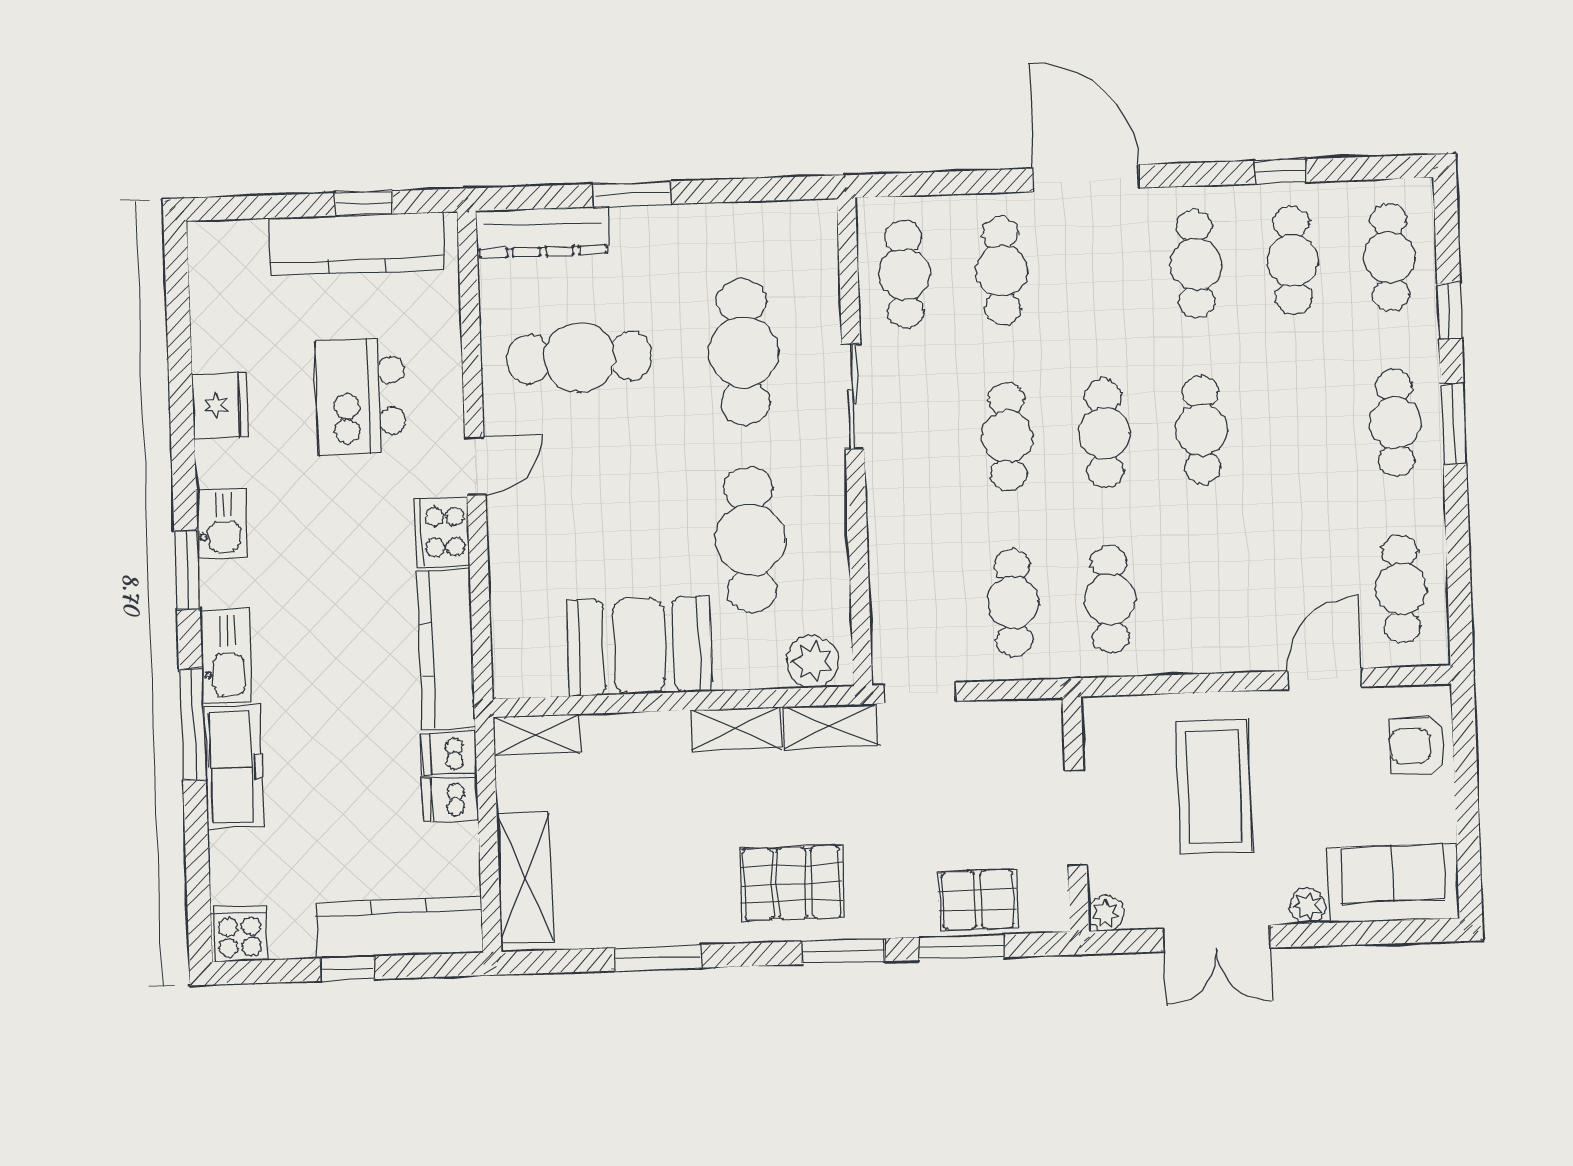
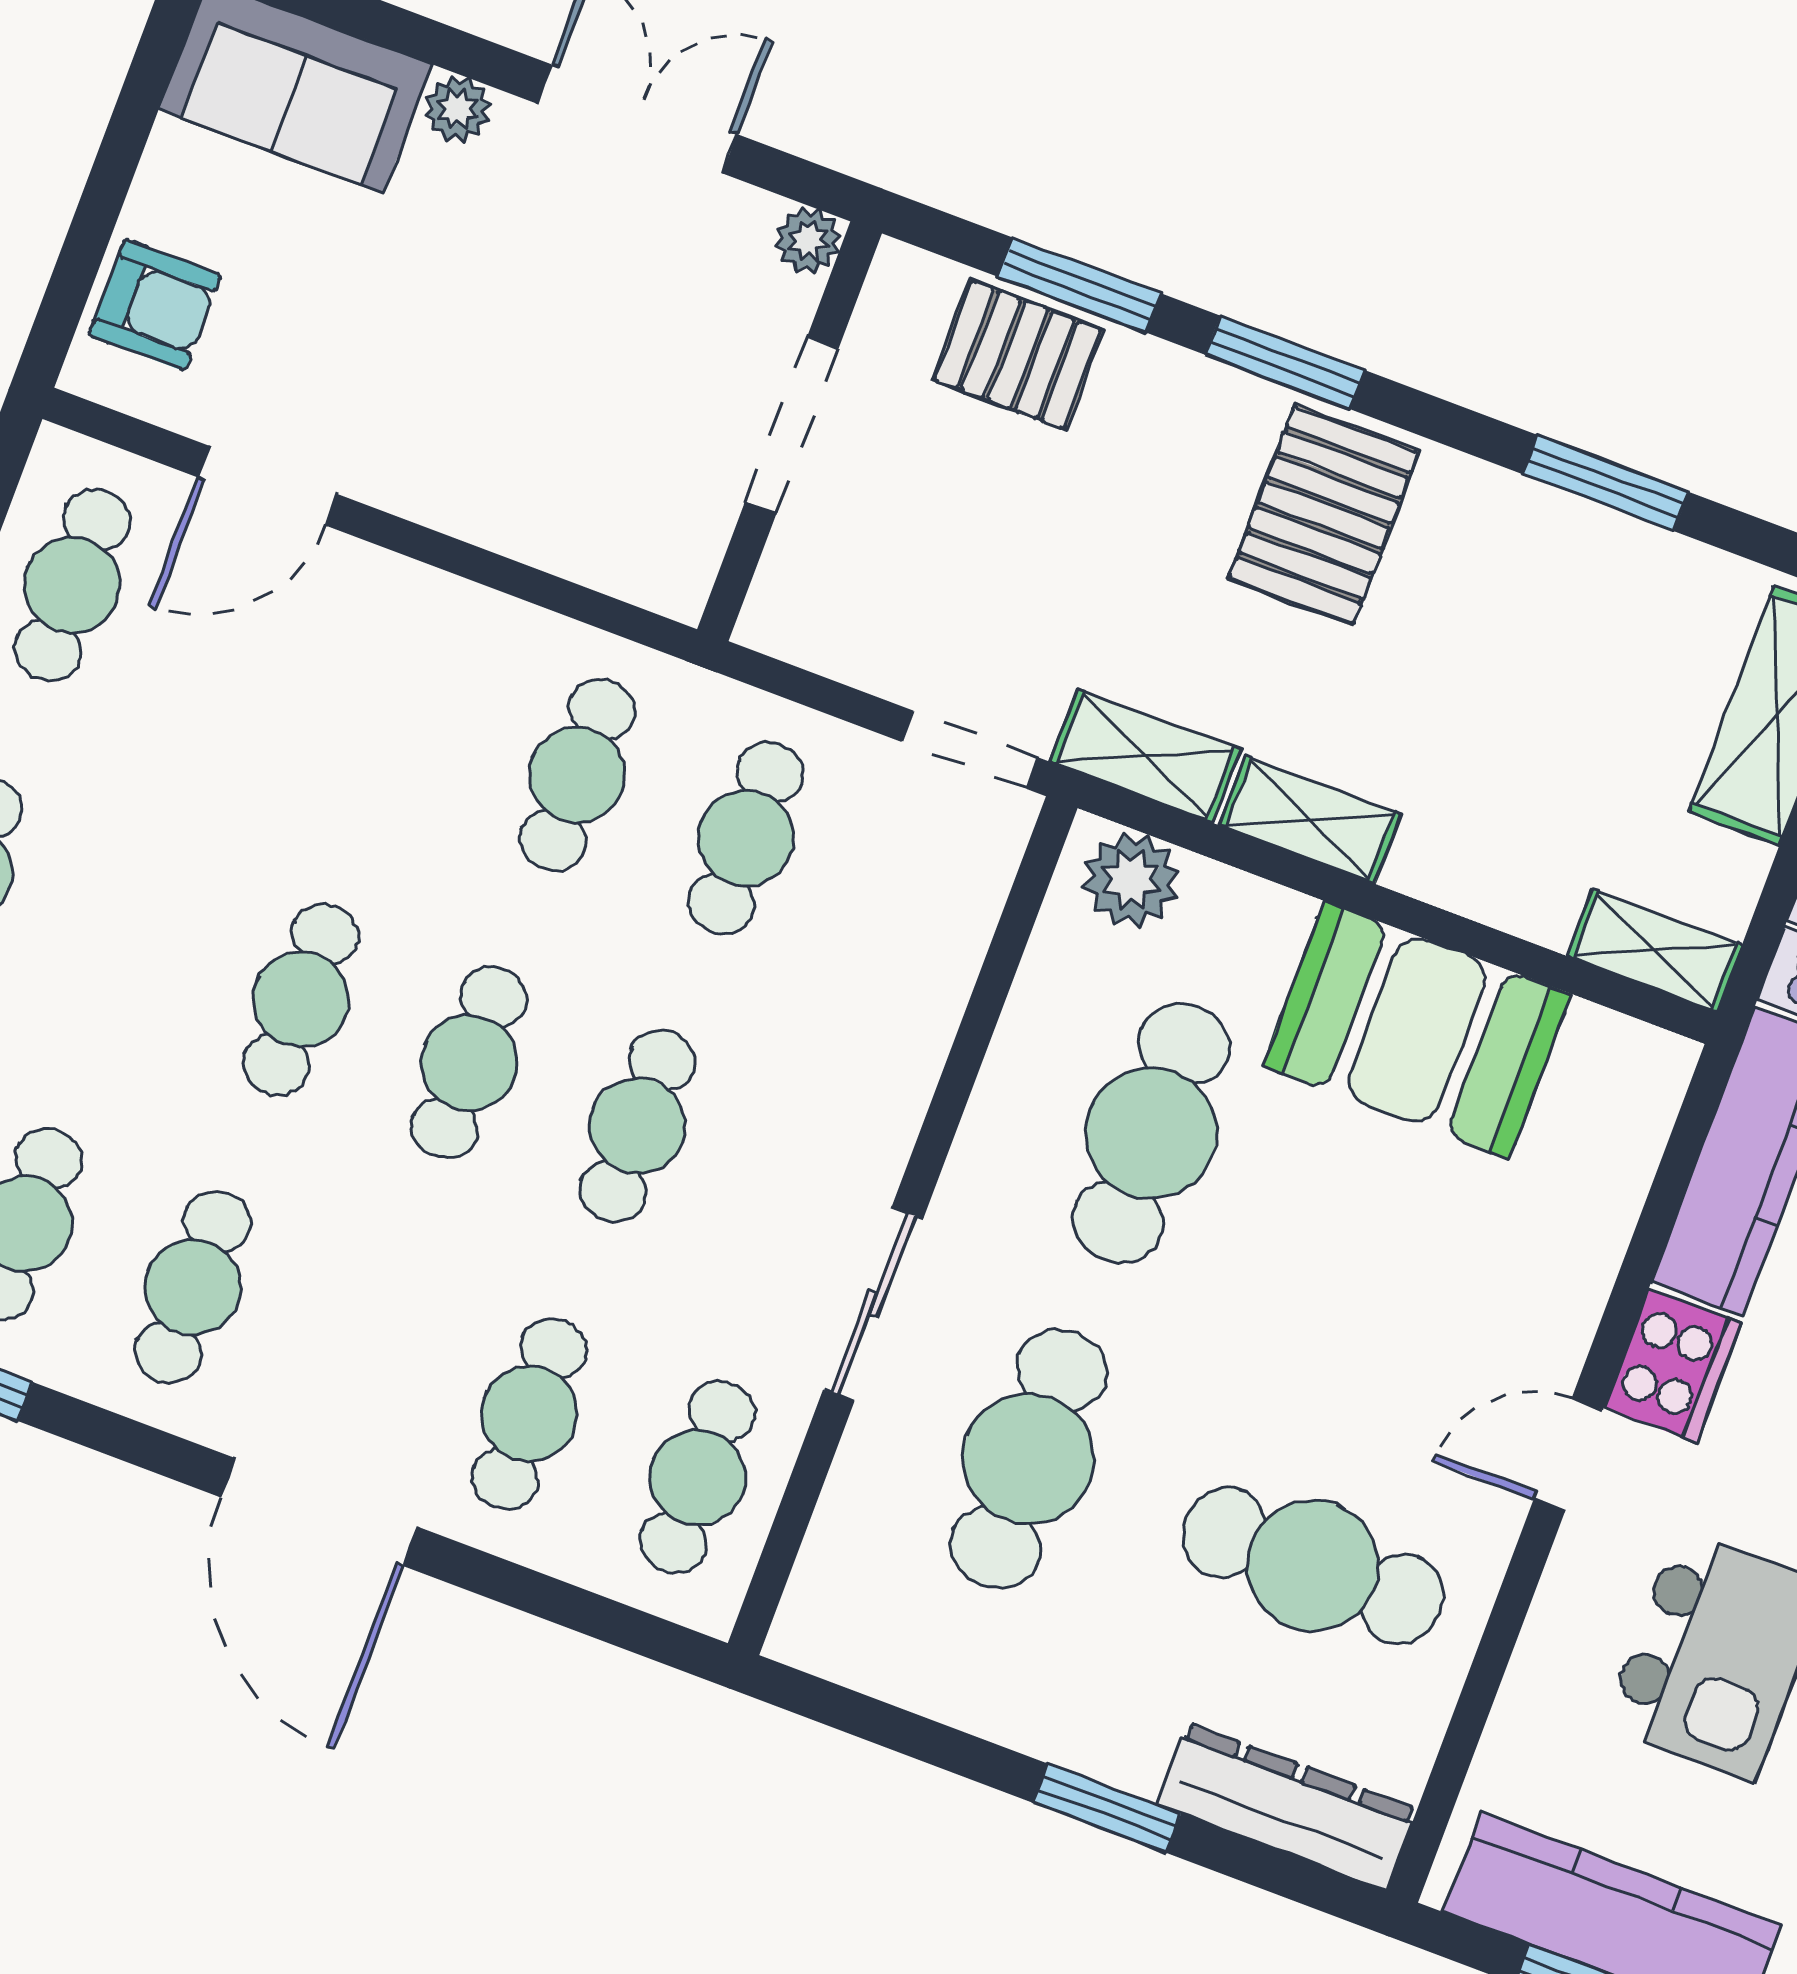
coffee table: (1214, 787) -> (534, 380), removed
pallet: (792, 883) -> (1324, 515), turned 90

